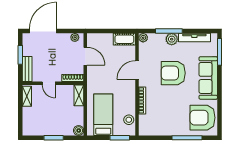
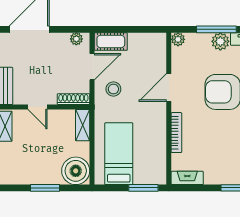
cot: (124, 39) -> (111, 42), moved
door: (85, 56) -> (92, 67), hinge flipped
stool: (129, 120) -> (113, 89), moved
boiler: (79, 131) -> (76, 171), width x1.86, depth x1.86
fireplace: (149, 131) -> (187, 178), added

